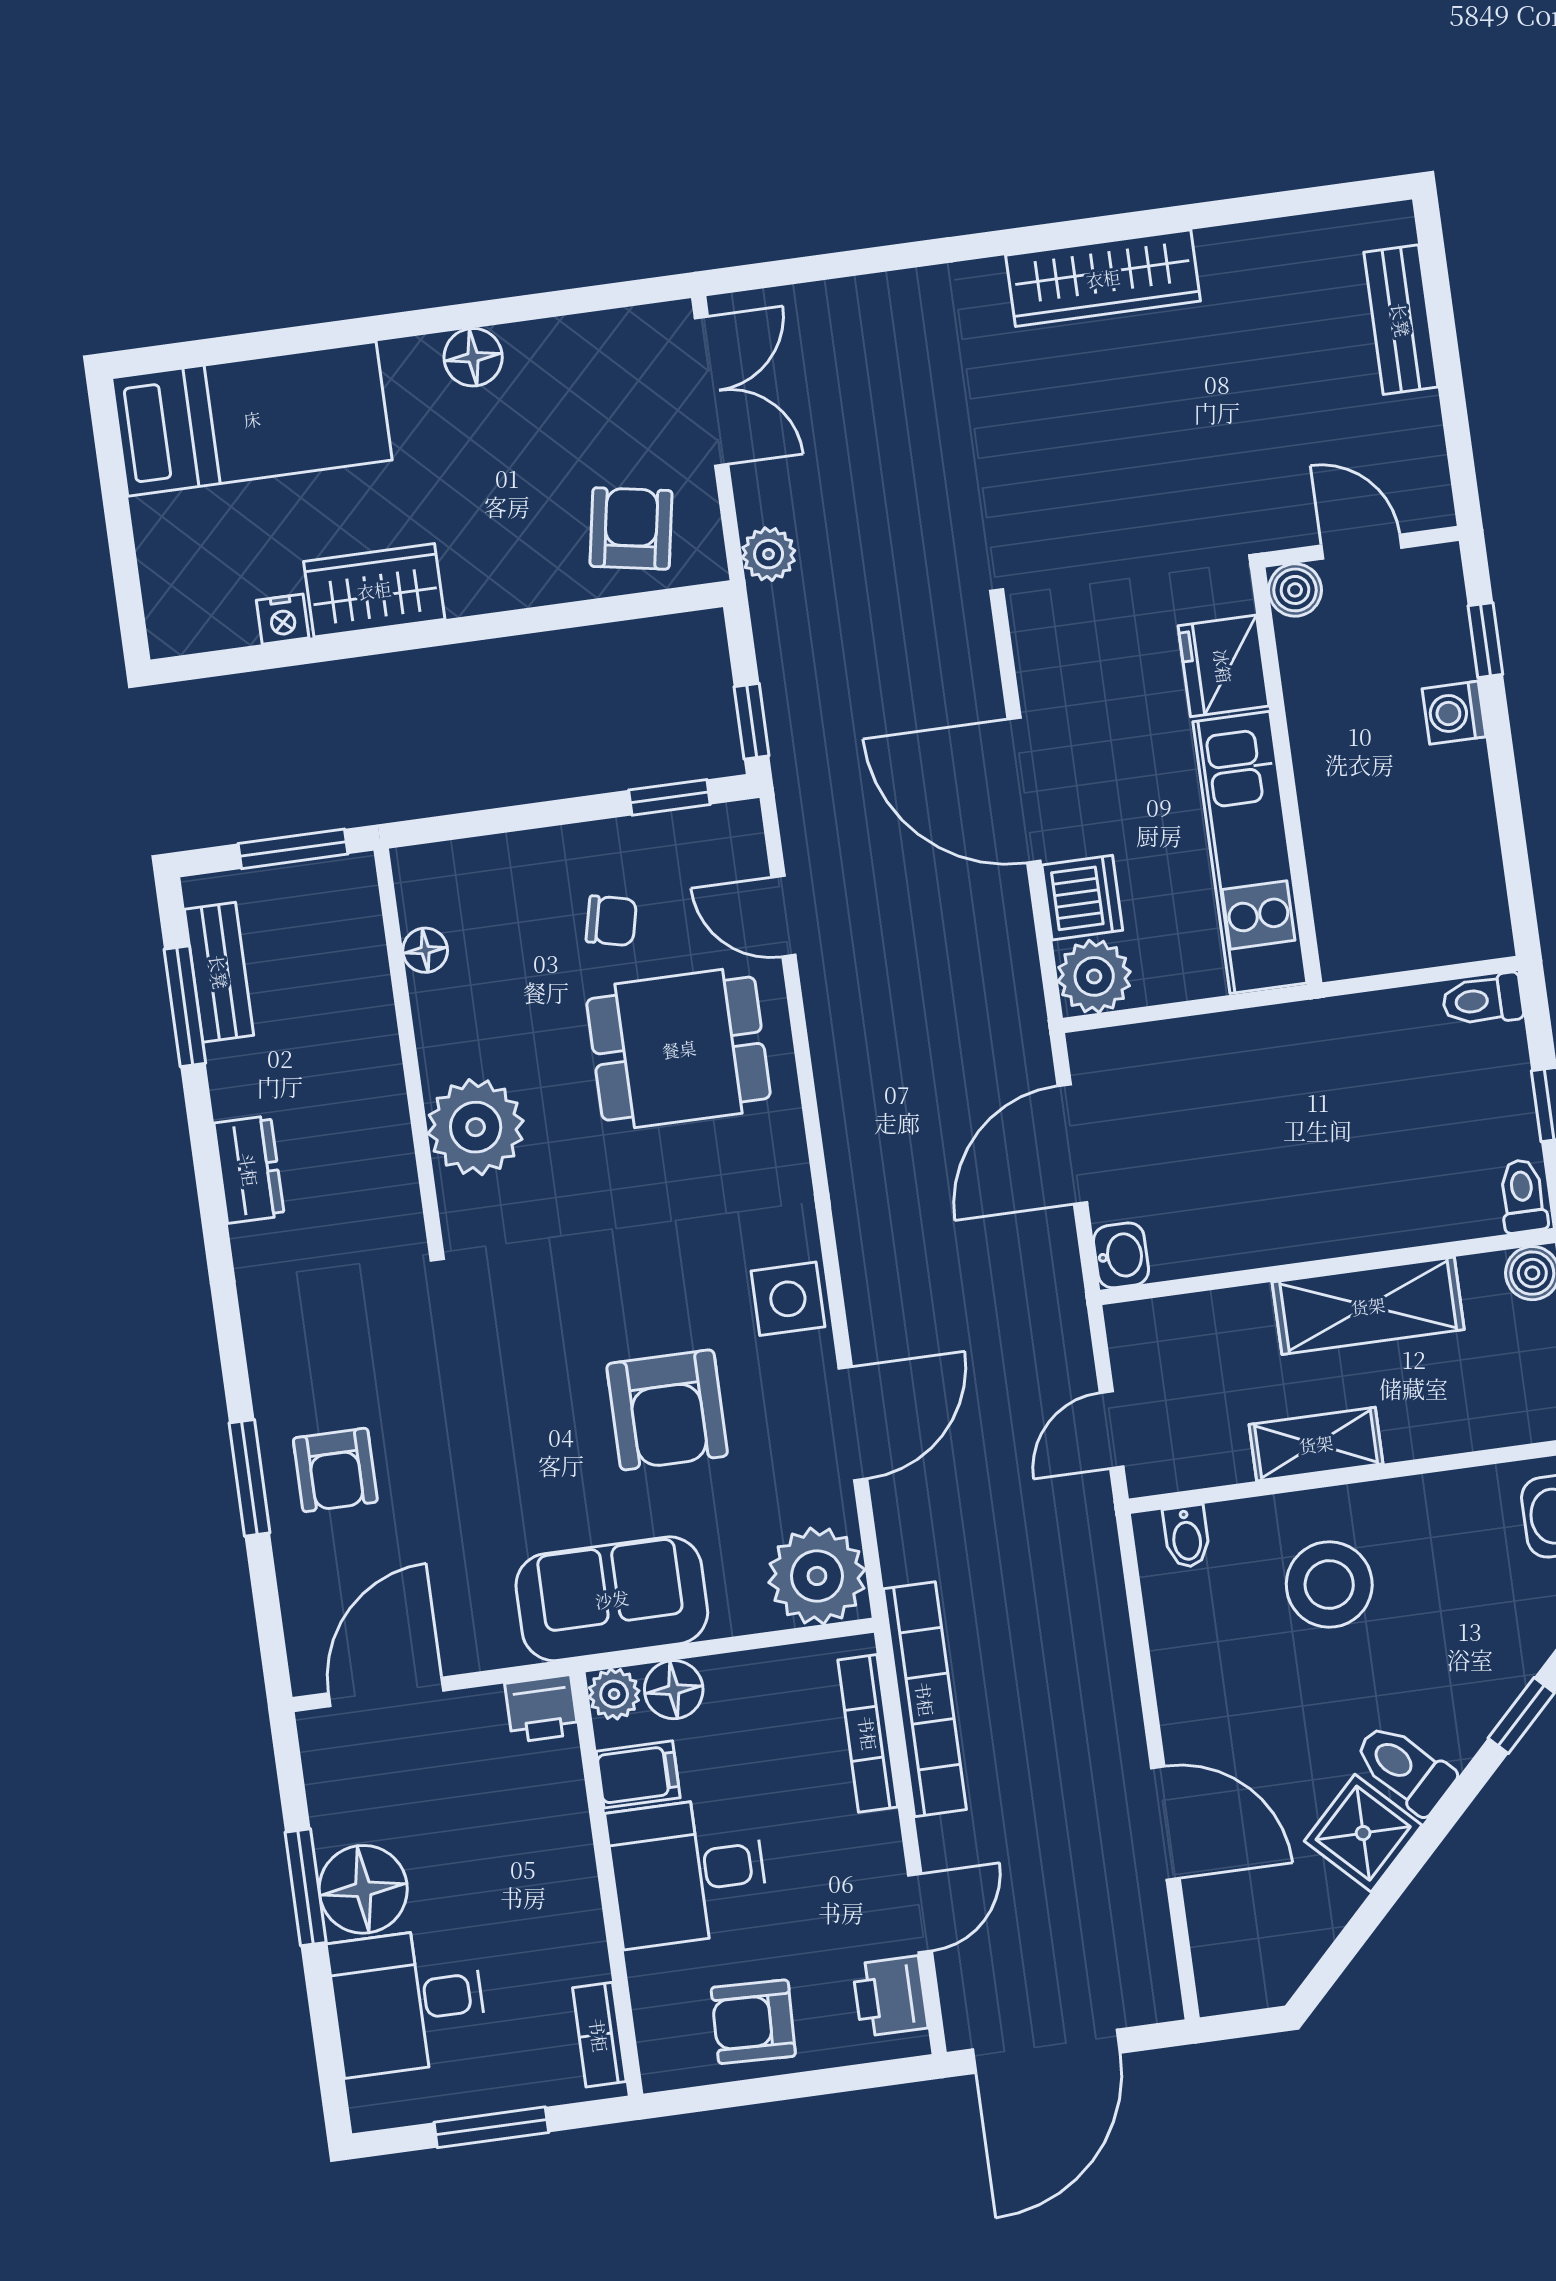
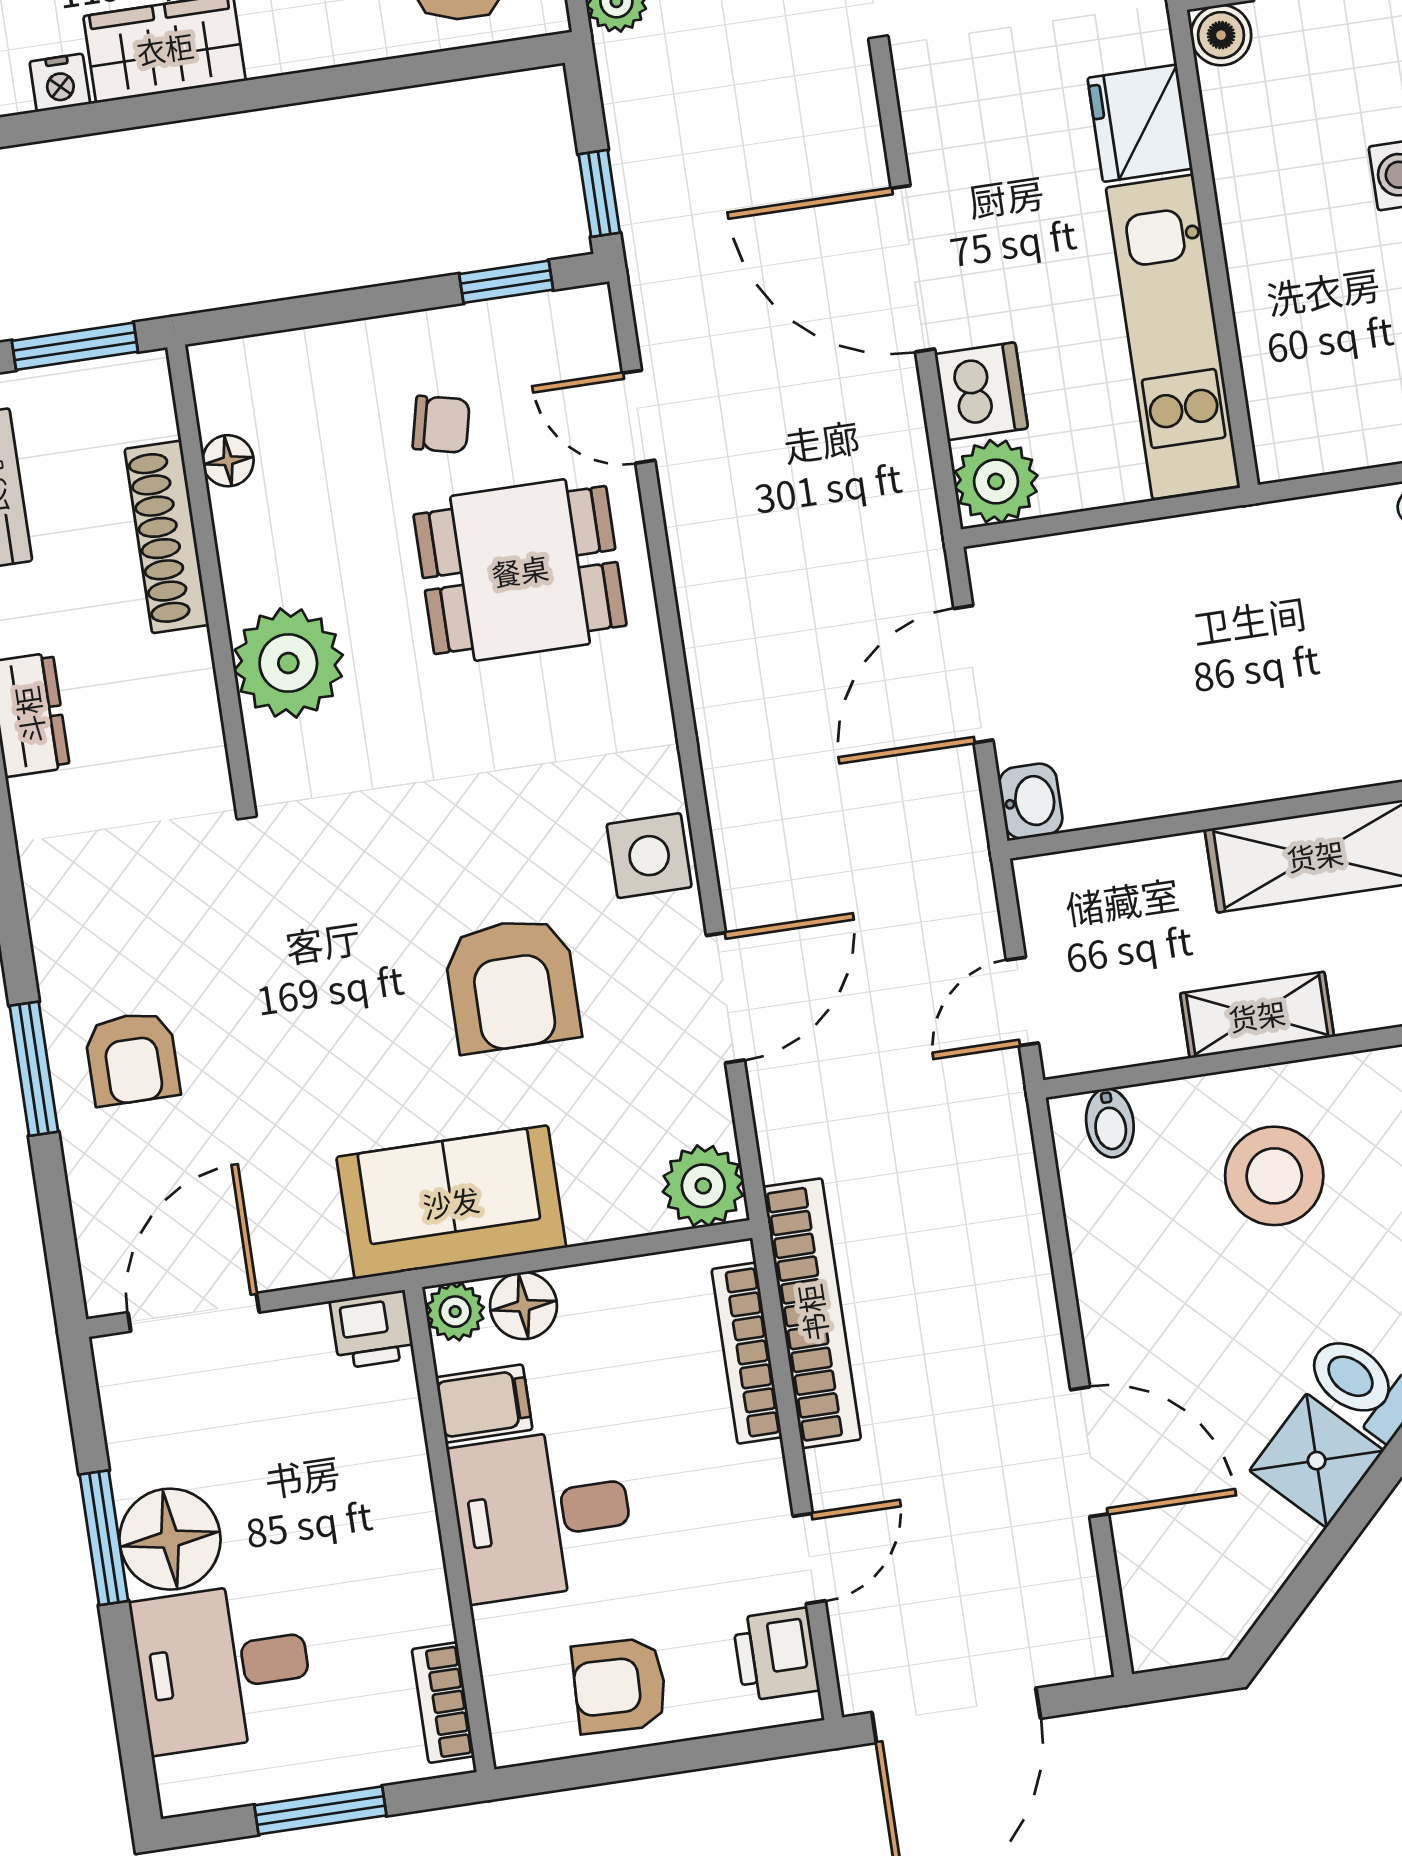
shoe rack: (371, 1016) -> (167, 537), added
plant: (817, 1576) -> (703, 1186), width x0.73, depth x0.73

